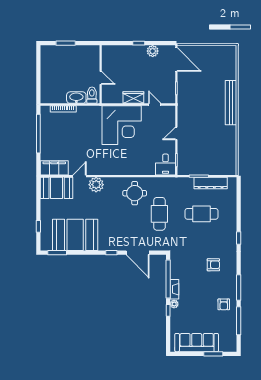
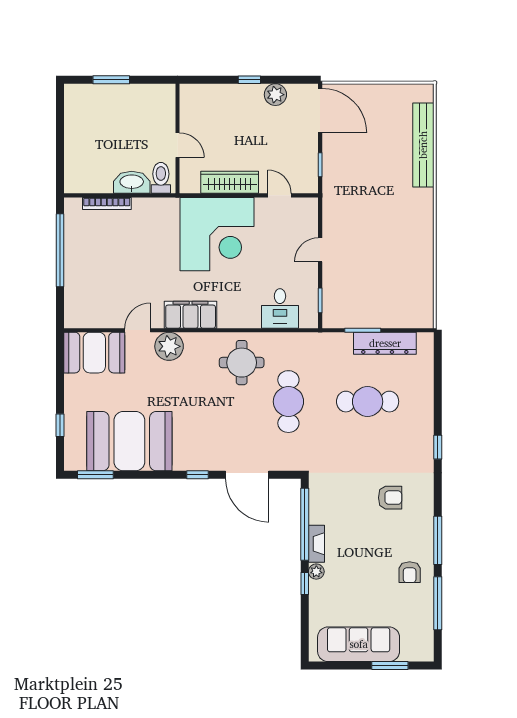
wardrobe: (133, 98) -> (230, 182), width x1.50
bench: (231, 103) -> (423, 145), moved
desk: (165, 165) -> (280, 308), moved
filing cabinet: (54, 168) -> (191, 315), moved

